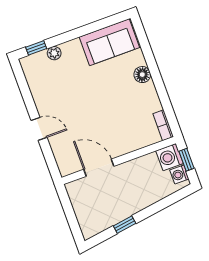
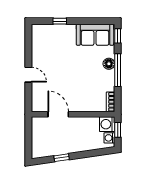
window: (140, 33) -> (118, 36), added
window: (36, 48) -> (60, 21), moved
plant: (54, 53) -> (56, 29), removed
window: (157, 79) -> (118, 70), added

